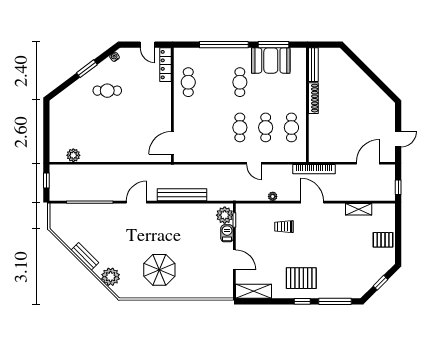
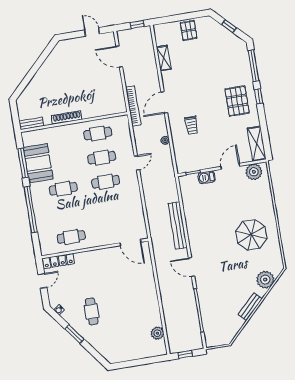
bench: (313, 65) -> (31, 123), width x0.73
plant: (225, 215) -> (254, 172), moved

